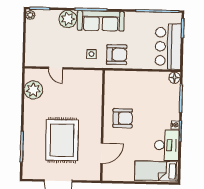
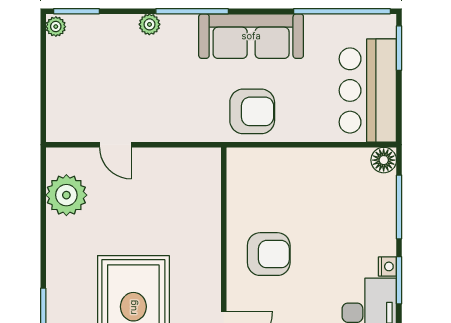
plant: (68, 19) -> (149, 24), width x0.53, depth x0.53
sofa: (101, 21) -> (251, 36), moved
side table: (91, 54) -> (195, 111), removed

